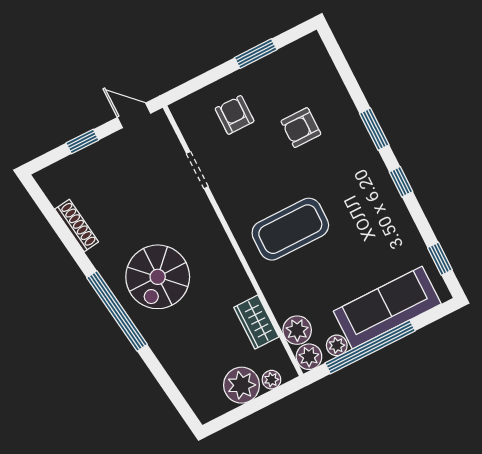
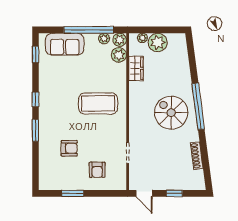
spiral stairs: (158, 277) -> (171, 113), turned -90
sofa: (387, 308) -> (65, 44), width x0.73

